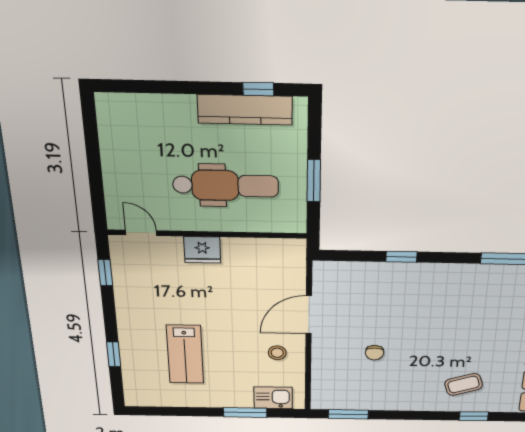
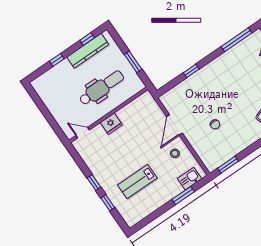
window: (174, 87) -> (57, 60), added
window: (105, 273) -> (94, 183), moved
lab bench: (185, 354) -> (137, 182), turned 90

